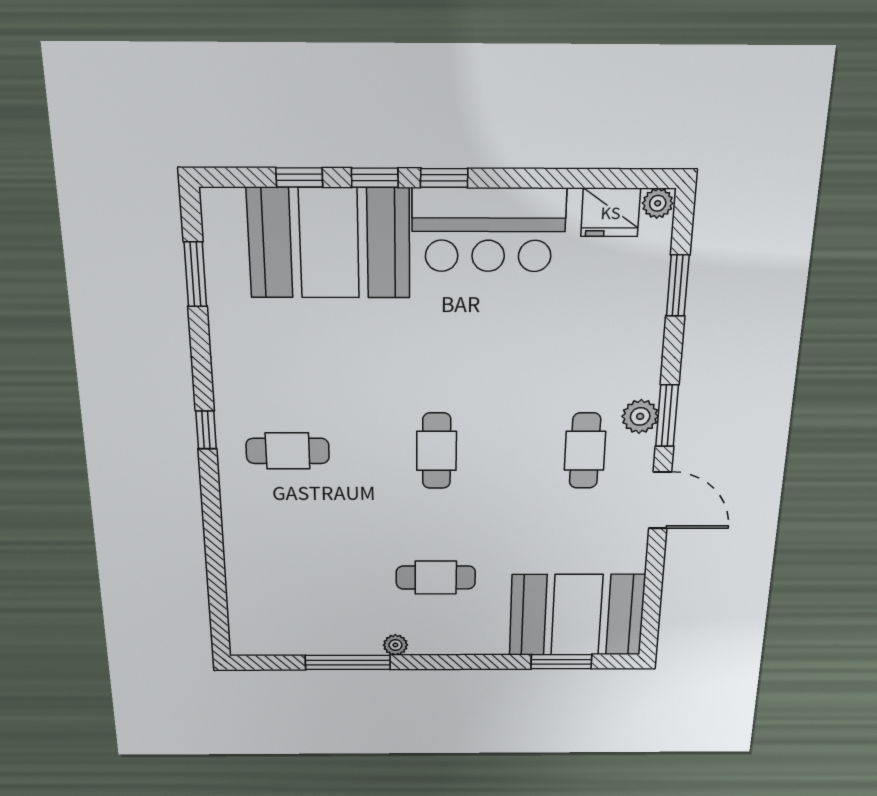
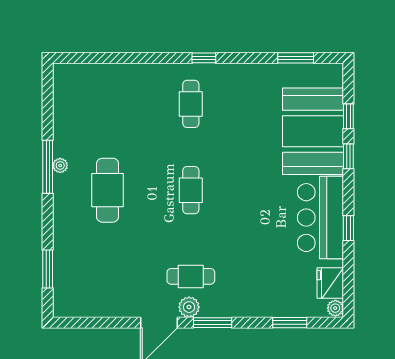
window: (444, 178) -> (348, 228), moved
plant: (640, 416) -> (189, 307), moved
cafe table: (437, 451) -> (191, 190), turned 90
cafe table: (436, 577) -> (108, 190), width x1.37, depth x1.35
booth: (577, 615) -> (81, 277), removed
window: (348, 662) -> (48, 167), moved

